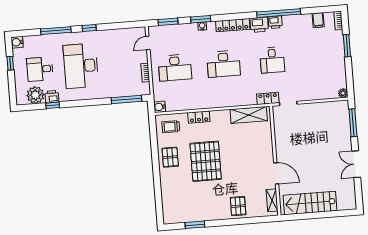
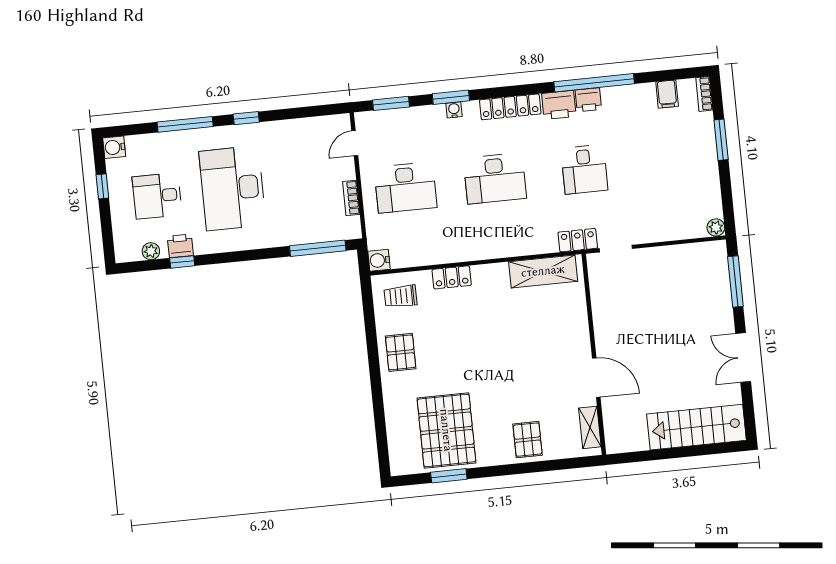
plant: (35, 95) -> (151, 251), width x0.53, depth x0.53
pallet: (206, 161) -> (446, 430), moved
stairs: (310, 203) -> (696, 427), moved

